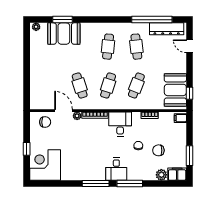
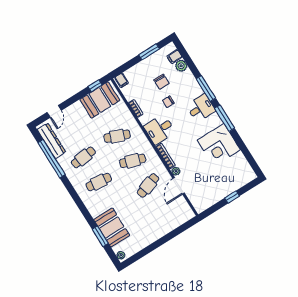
chair: (45, 122) -> (199, 196), removed
corner desk: (45, 165) -> (219, 145), moved
filing cabinet: (177, 174) -> (175, 57), width x0.50

